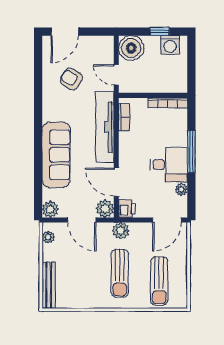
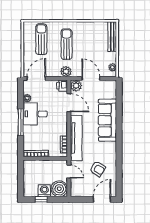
washing machine: (170, 45) -> (44, 191), moved
plant: (50, 209) -> (111, 85), removed

